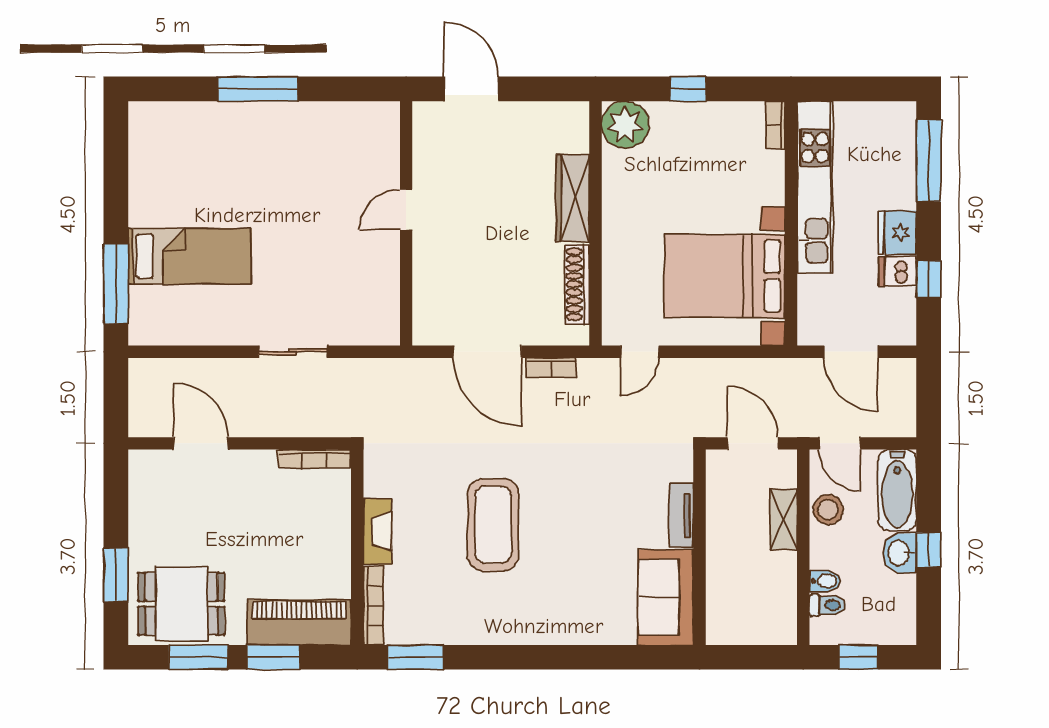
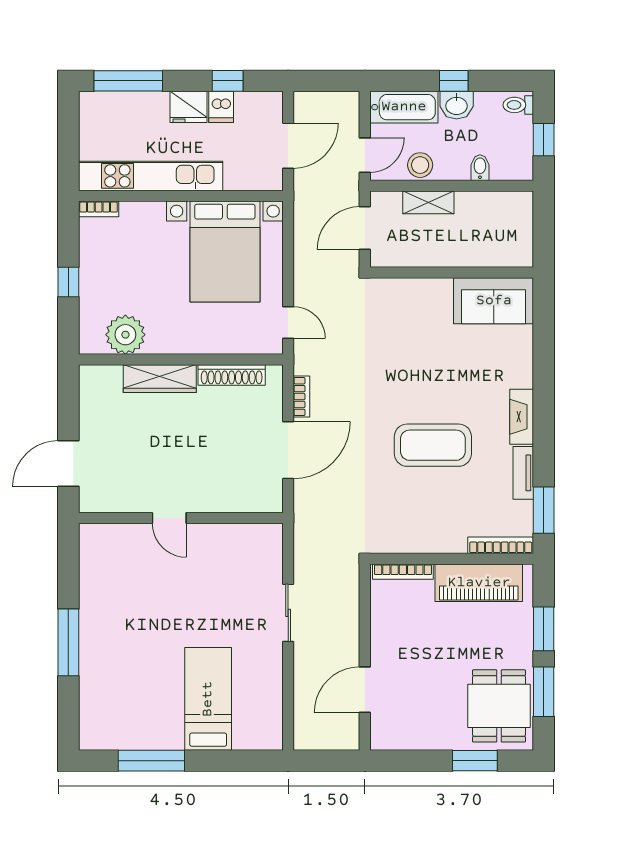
plant: (625, 125) -> (125, 335), moved
window: (116, 284) -> (151, 761), moved
bookcase: (314, 459) -> (403, 572), moved, turned 90
tv unit: (681, 515) -> (523, 473), moved, turned 90
fireplace: (377, 531) -> (522, 417), moved, turned -90
toilet: (828, 605) -> (518, 105), moved, turned -90
piano: (299, 622) -> (479, 583), moved, turned -90

